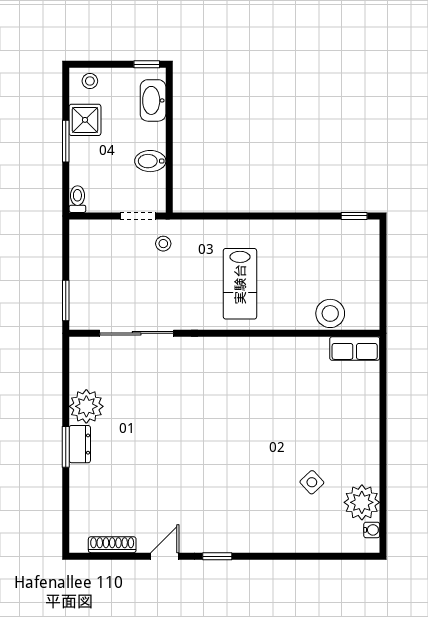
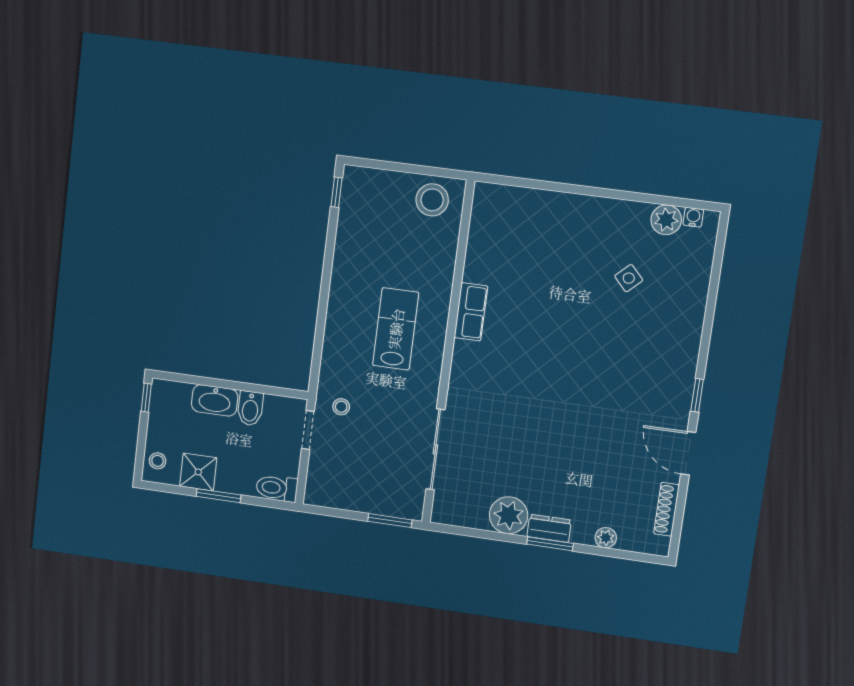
washbasin: (153, 100) -> (215, 400), moved
toilet: (77, 199) -> (277, 488), width x1.37, depth x1.39
lab bench: (240, 284) -> (396, 329), turned -90
stool: (330, 313) -> (432, 200), moved
row of seats: (355, 349) -> (471, 312), moved
plant: (79, 495) -> (606, 538), added
plant: (362, 502) -> (666, 220), width x0.73, depth x0.73
door: (165, 556) -> (688, 453), width x1.38

